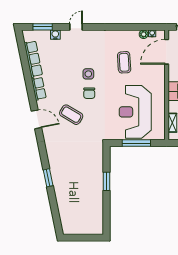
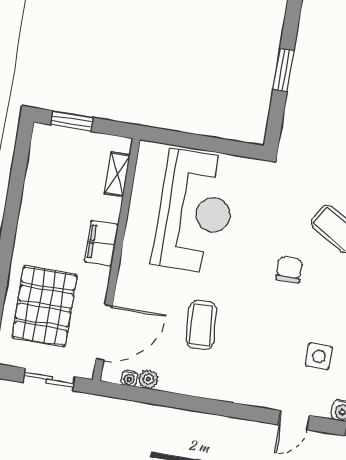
side table: (88, 74) -> (319, 356), moved
window: (136, 143) -> (204, 143), removed

